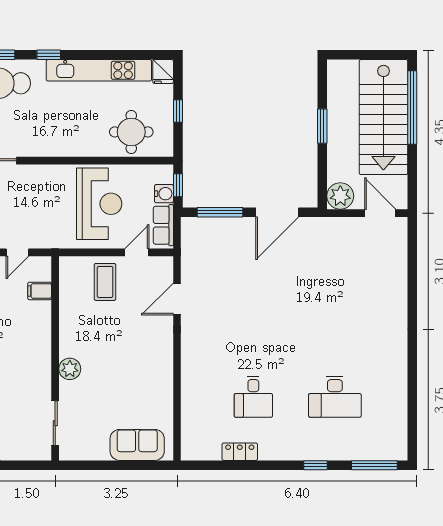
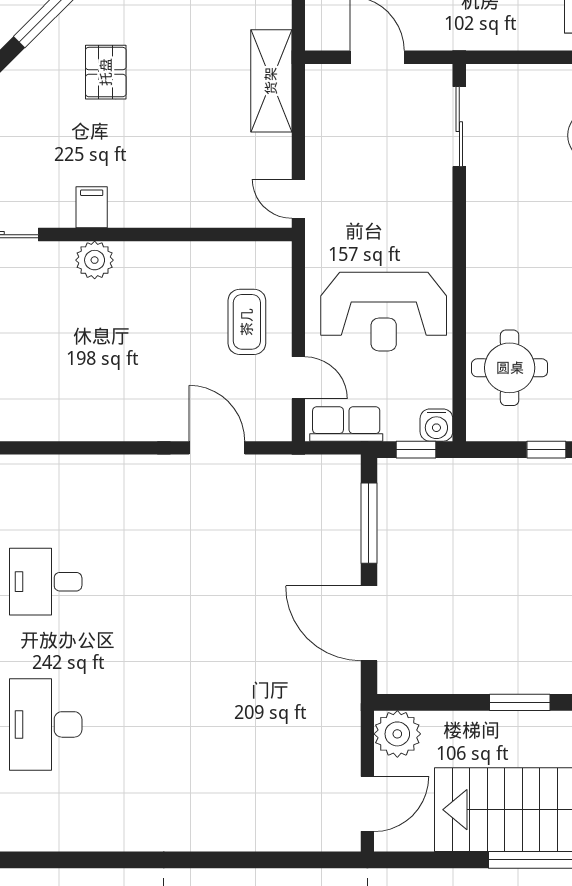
water cooler: (164, 194) -> (436, 425), moved
door: (17, 252) -> (298, 199), moved
coffee table: (105, 282) -> (247, 322), turned 90
filing cabinet: (40, 291) -> (92, 207), moved

